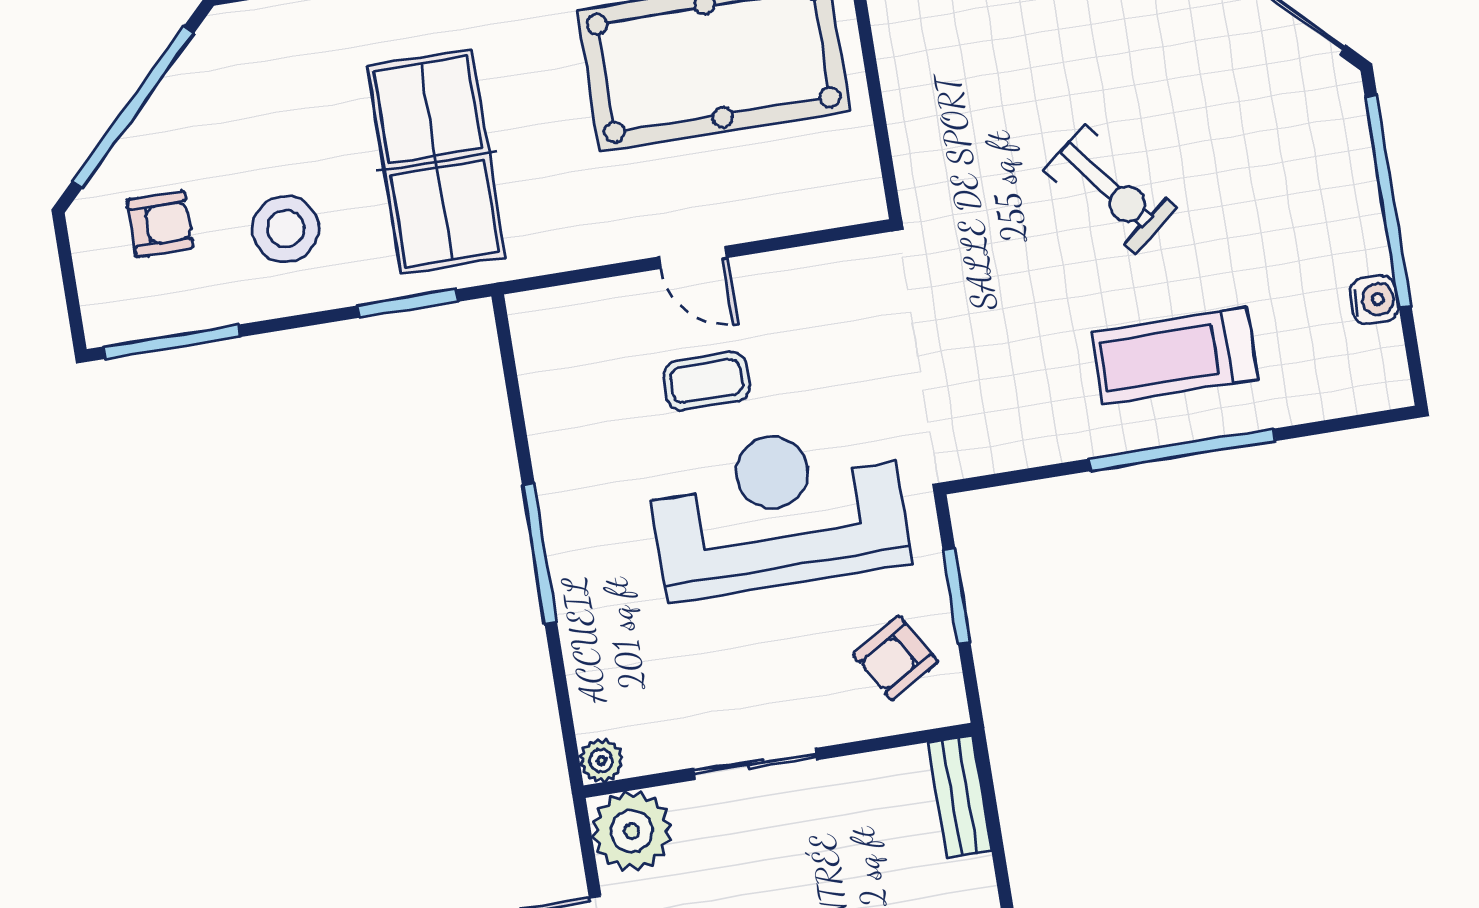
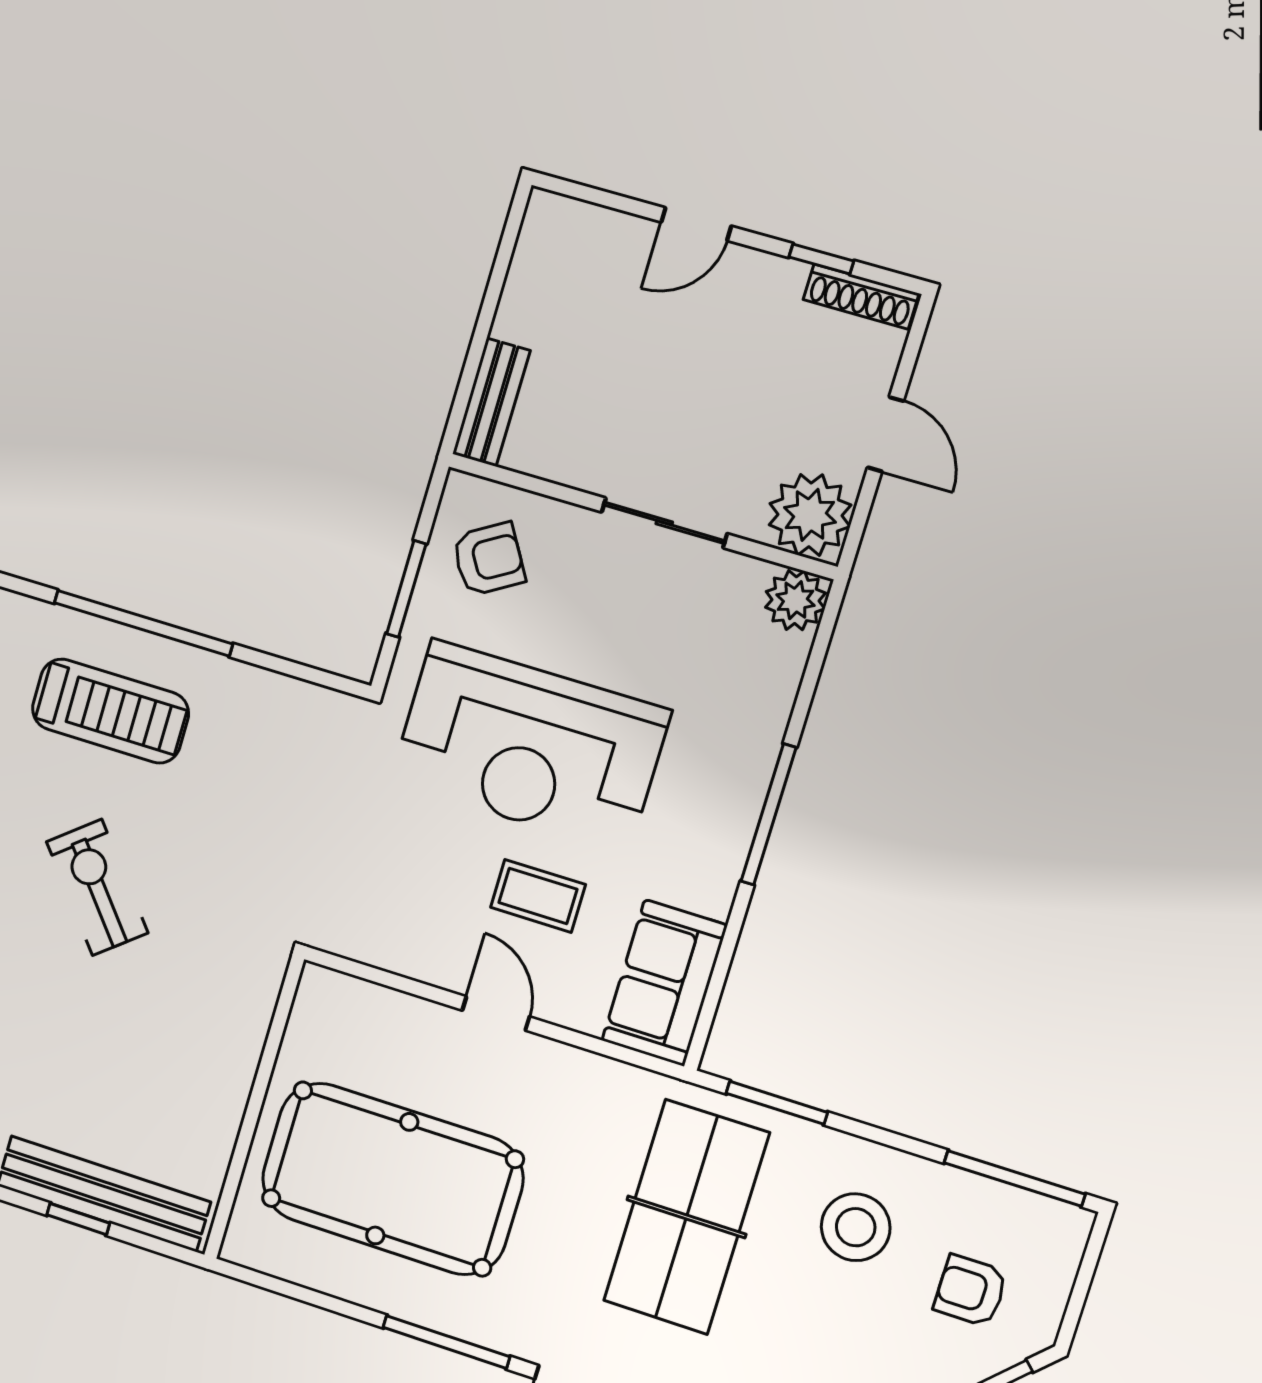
sofa: (557, 360) -> (664, 983), added
plant: (601, 761) -> (795, 600), width x1.38, depth x1.38

